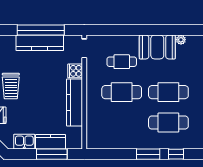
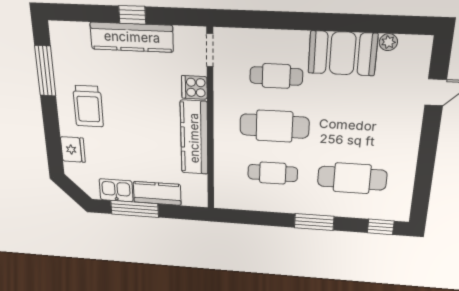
window: (41, 30) -> (132, 15), width x0.32
cafe table: (168, 92) -> (273, 173), moved, width x0.73, depth x0.74
window: (52, 154) -> (135, 209), moved
window: (176, 154) -> (381, 227), moved

